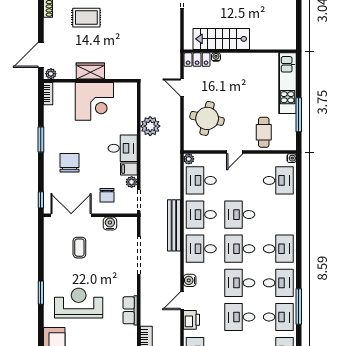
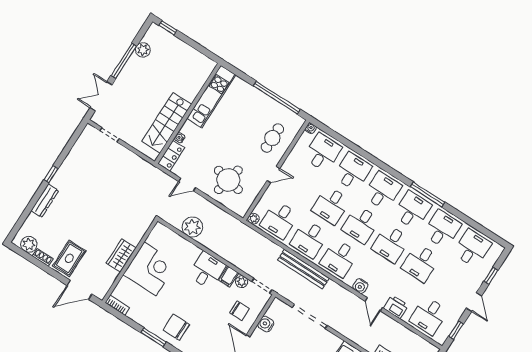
rug: (86, 18) -> (69, 258), moved
door: (41, 55) -> (79, 290), hinge flipped
plant: (51, 74) -> (101, 292), removed
kitchen unit: (287, 83) -> (211, 97), moved, turned -90
window: (299, 115) -> (277, 98), width x1.46
plant: (150, 126) -> (192, 227), moved
cafe table: (264, 132) -> (272, 138), turned 90
door: (235, 152) -> (273, 174), hinge flipped
chair: (69, 163) -> (176, 327), moved
desk: (278, 215) -> (353, 172), added
window: (299, 306) -> (428, 194), moved

